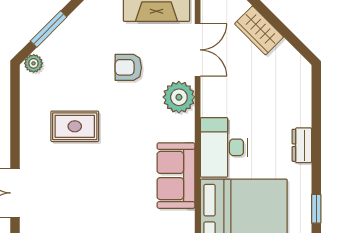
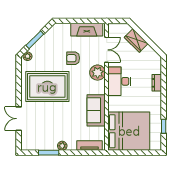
rug: (75, 126) -> (47, 87), width x1.86, depth x2.06
dresser: (302, 145) -> (157, 83), moved
desk: (224, 147) -> (119, 81), moved

